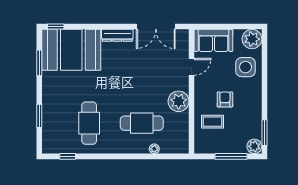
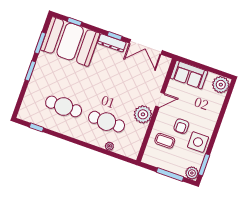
window: (56, 27) -> (75, 22), moved
window: (118, 27) -> (115, 36), added
door: (192, 67) -> (160, 100), moved
side table: (246, 67) -> (198, 142), moved
armchair: (225, 99) -> (181, 126), turned 180
window: (39, 116) -> (30, 71), moved
cafe table: (89, 123) -> (64, 106), turned 90

